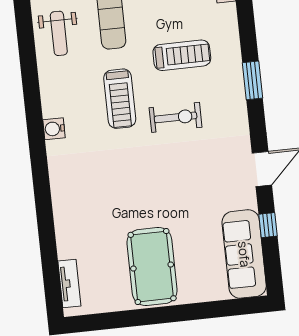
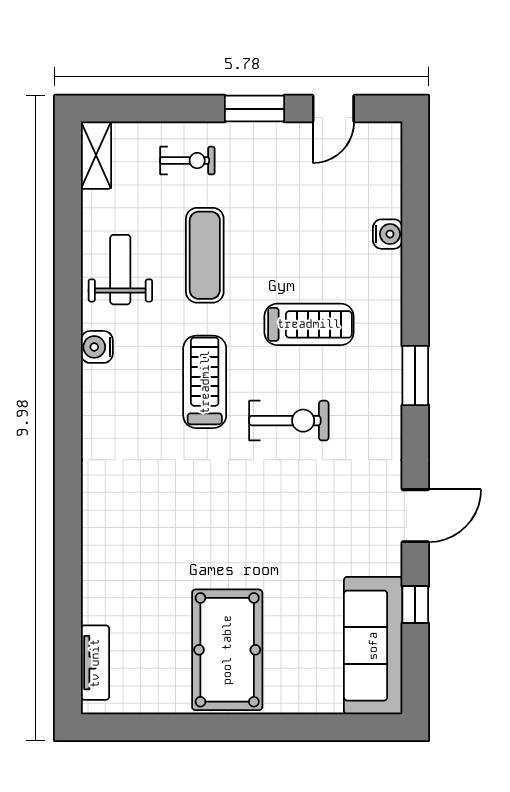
weight bench: (59, 33) -> (120, 270), turned 180
treadmill: (120, 99) -> (205, 382), turned 180
water cooler: (54, 129) -> (97, 347), moved

